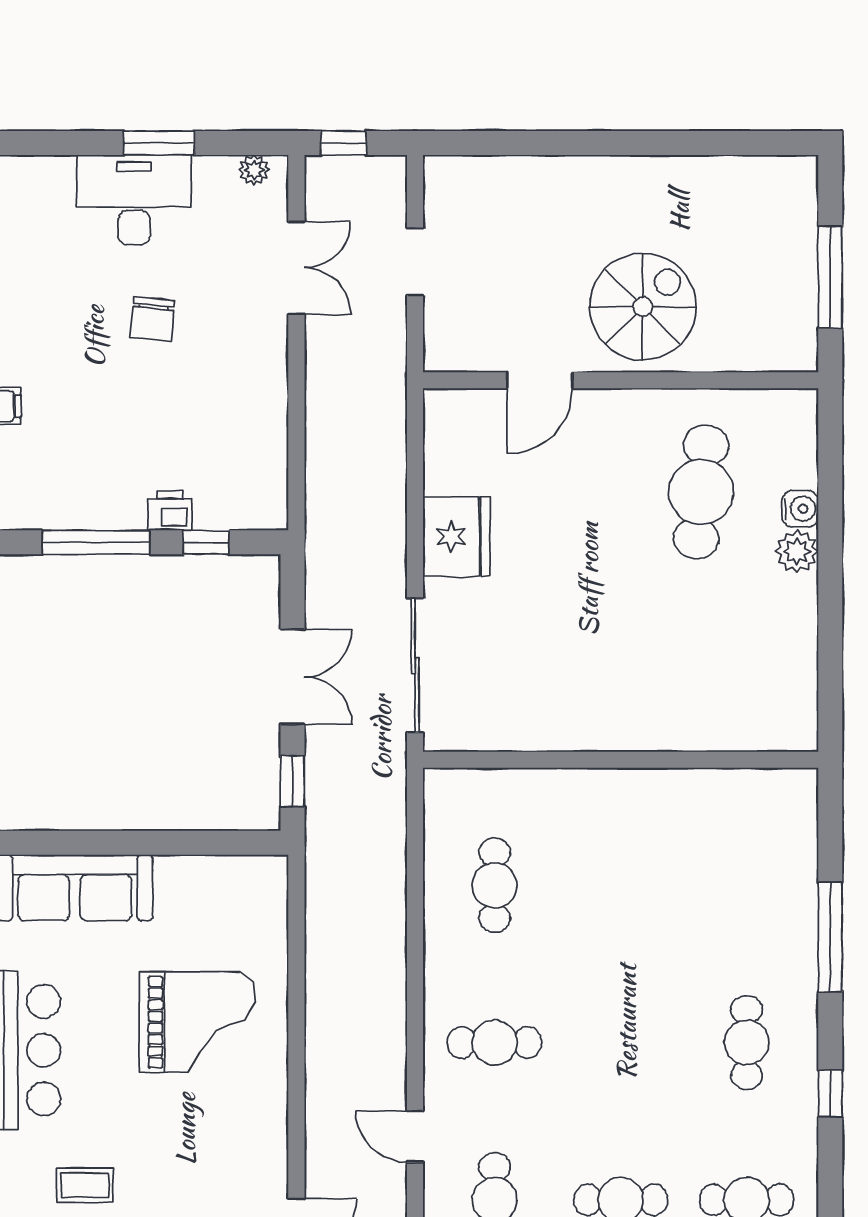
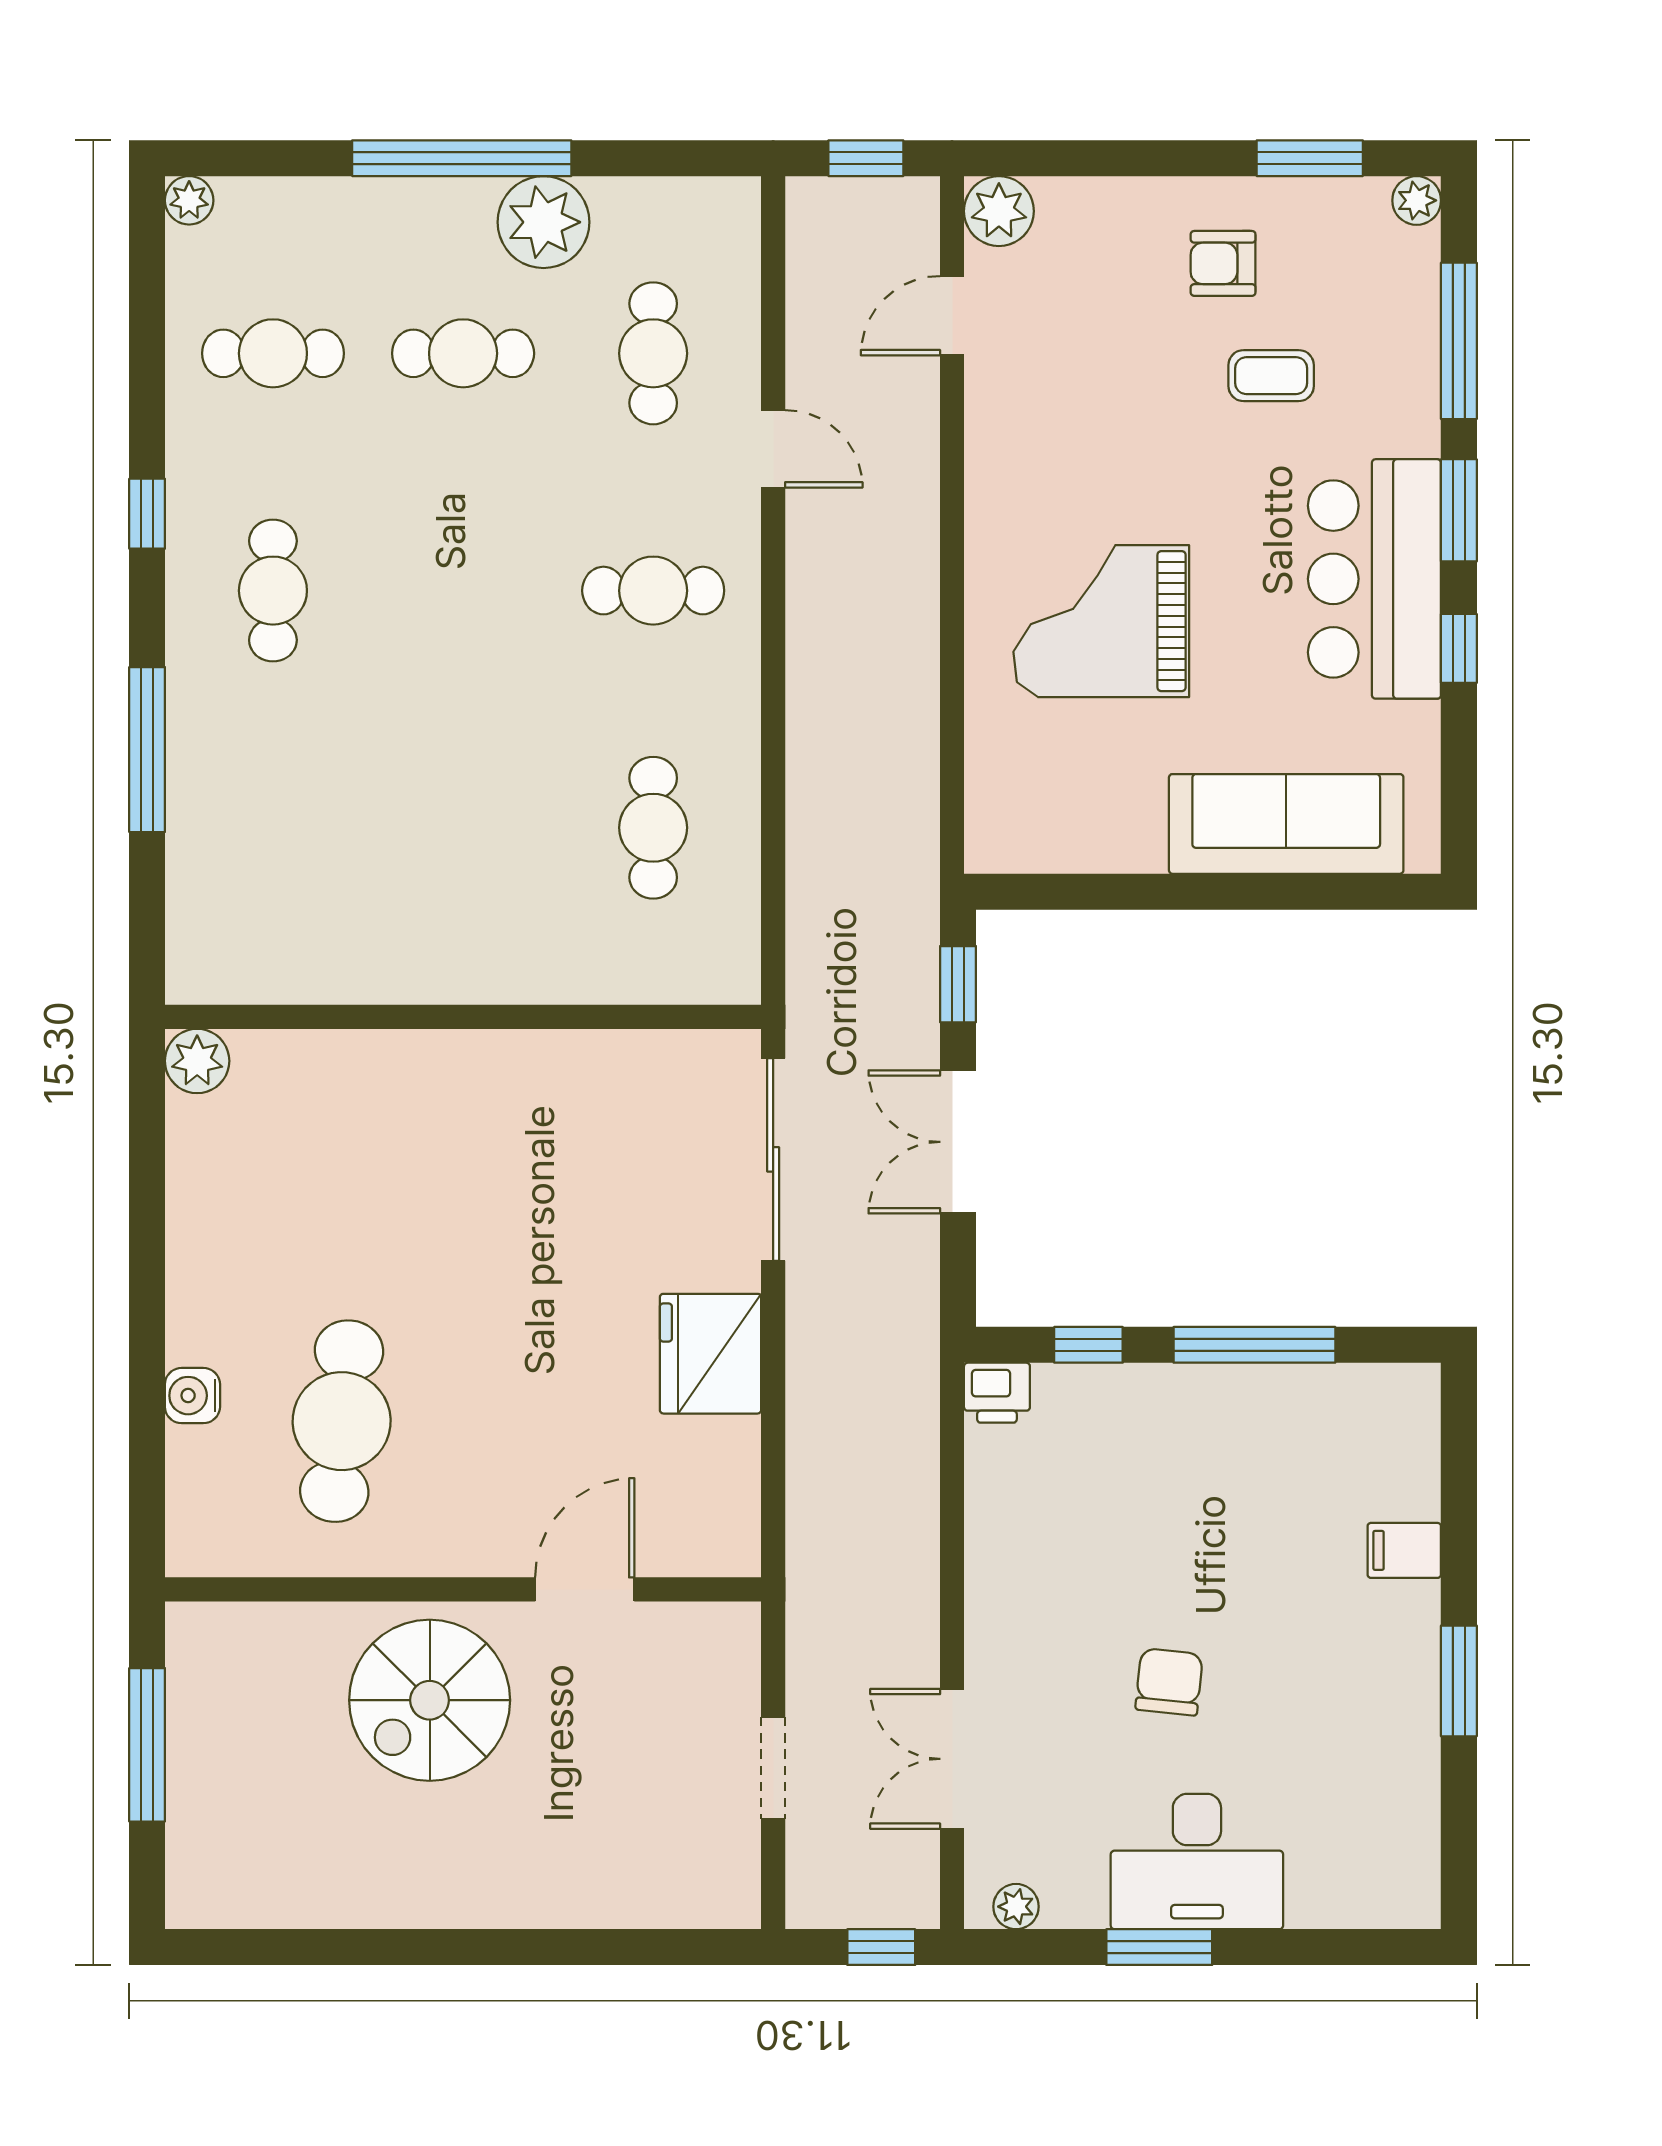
printer: (170, 511) -> (997, 1393), moved
plant: (797, 552) -> (197, 1061), moved

